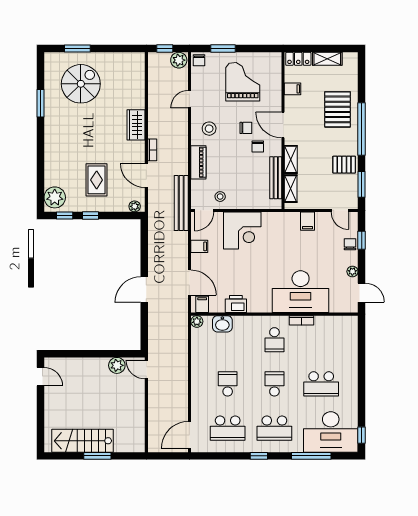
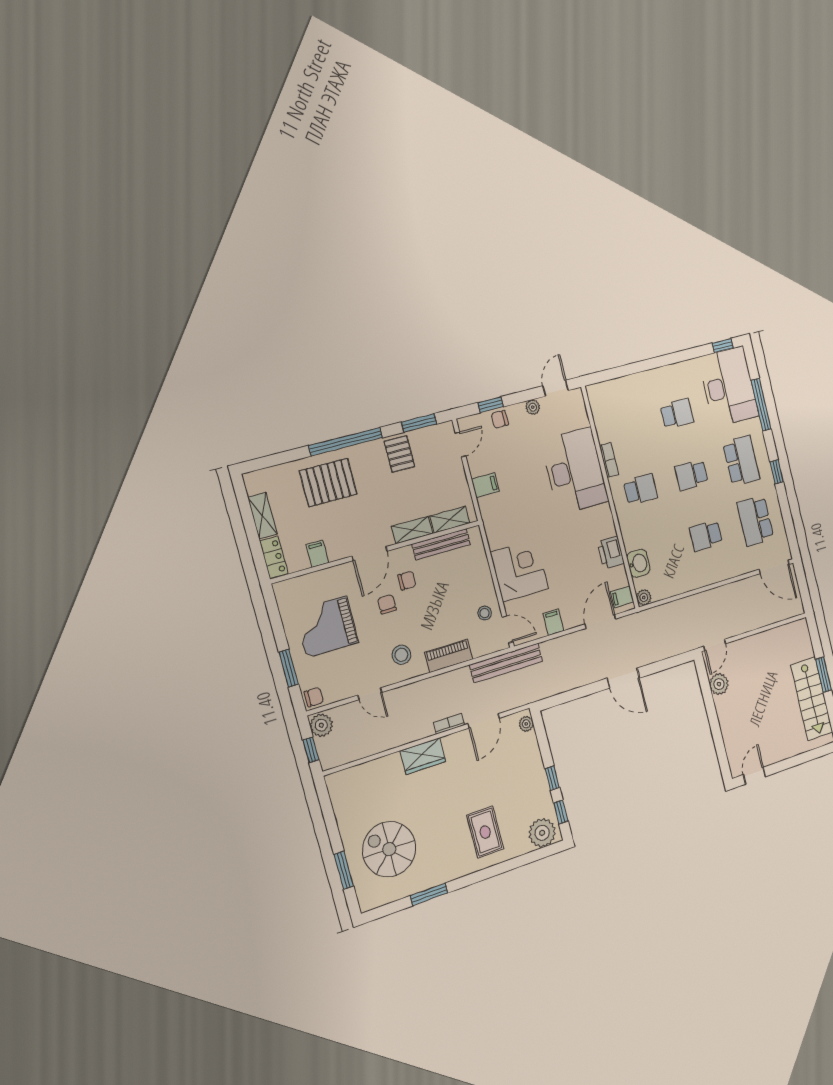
rug: (97, 180) -> (485, 832), moved, turned 90
school desk: (321, 384) -> (677, 414), width x0.54
school desk: (228, 428) -> (755, 521), turned 180

